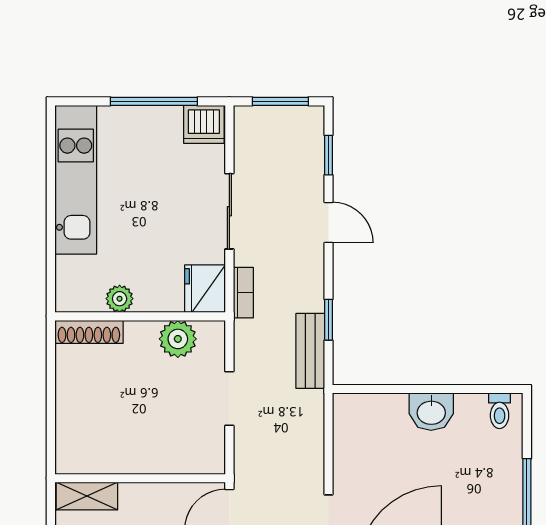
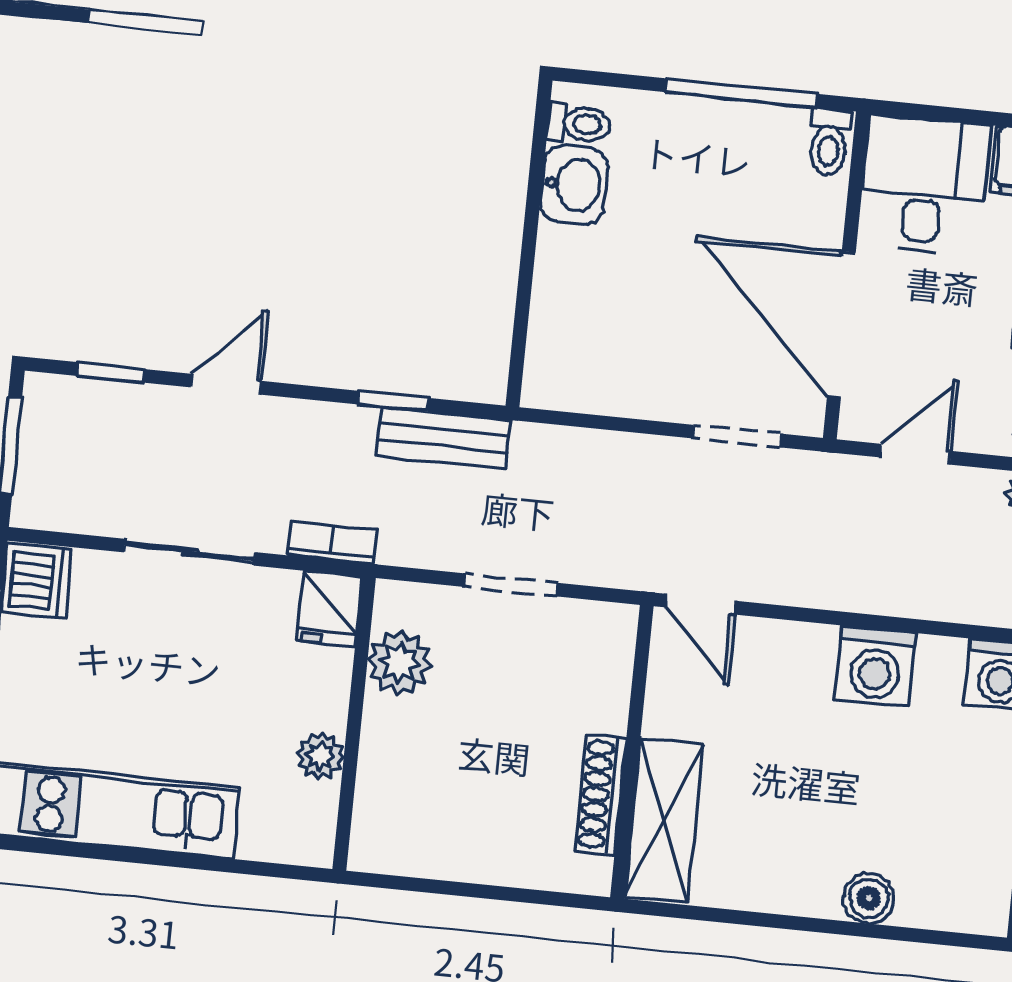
fridge: (205, 289) -> (329, 609), width x0.72
shoe rack: (89, 332) -> (601, 795), moved, turned 180
washbasin: (431, 412) -> (574, 185), moved
shelving: (87, 496) -> (664, 821), width x1.50, depth x1.33

